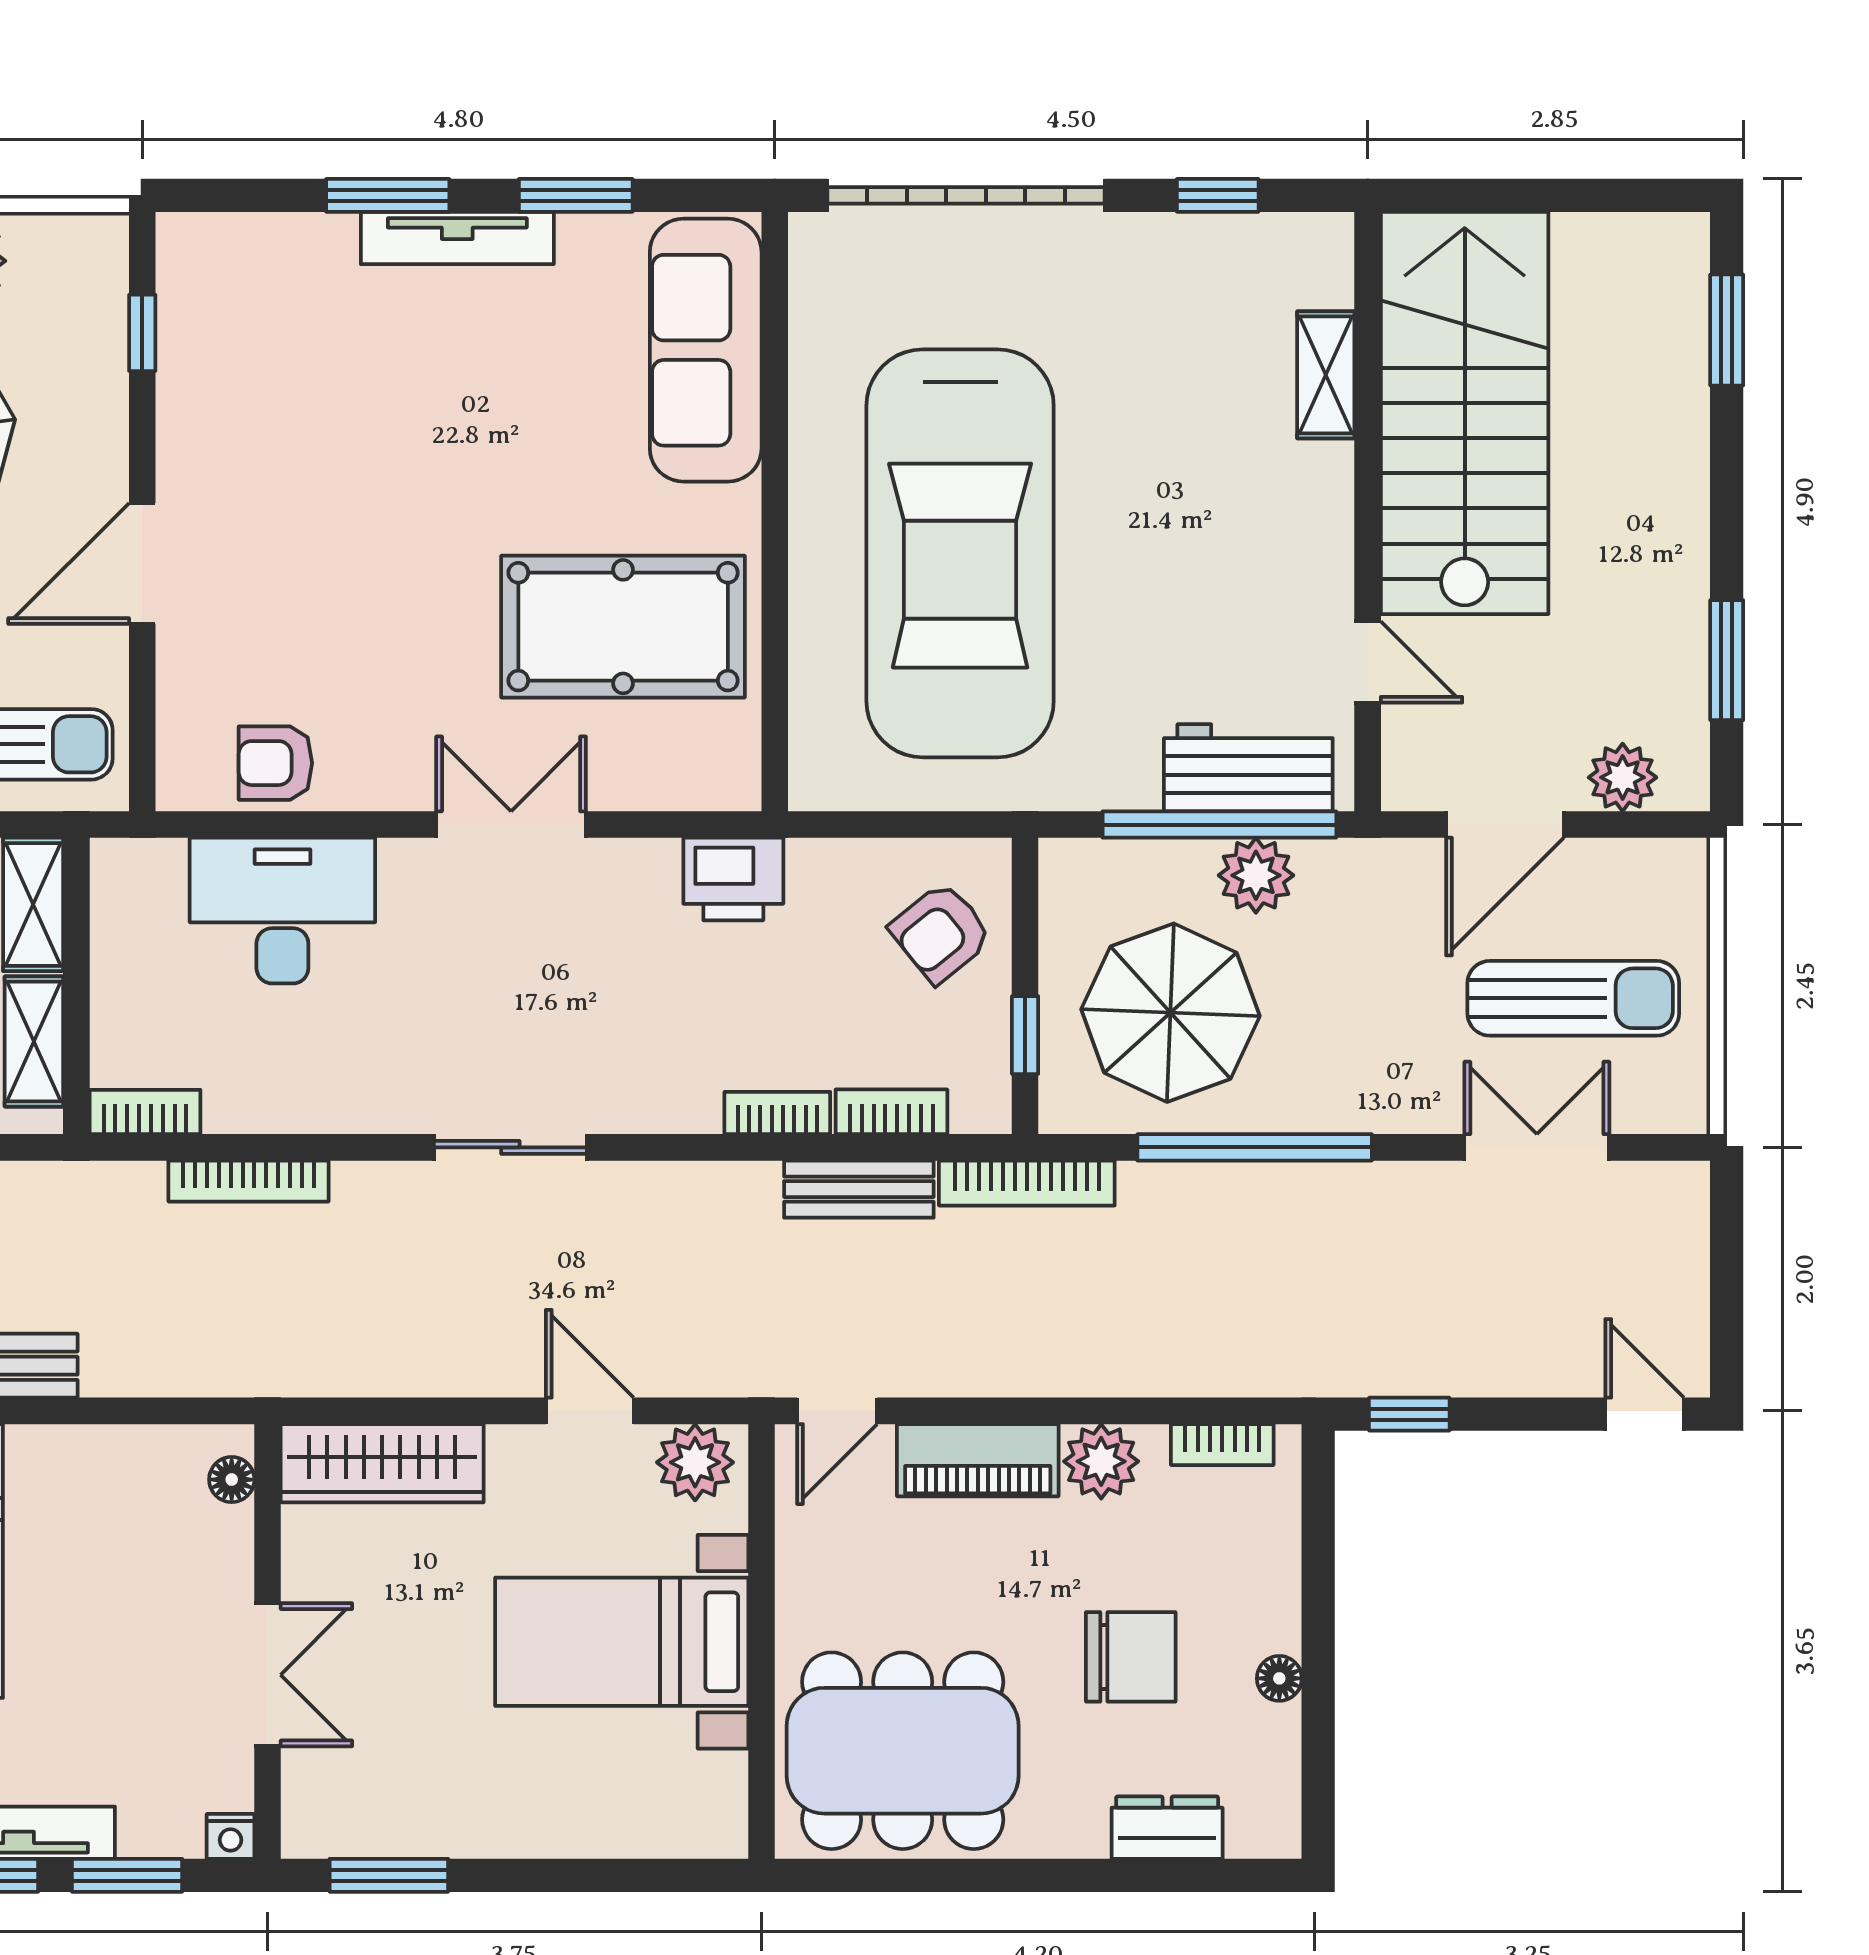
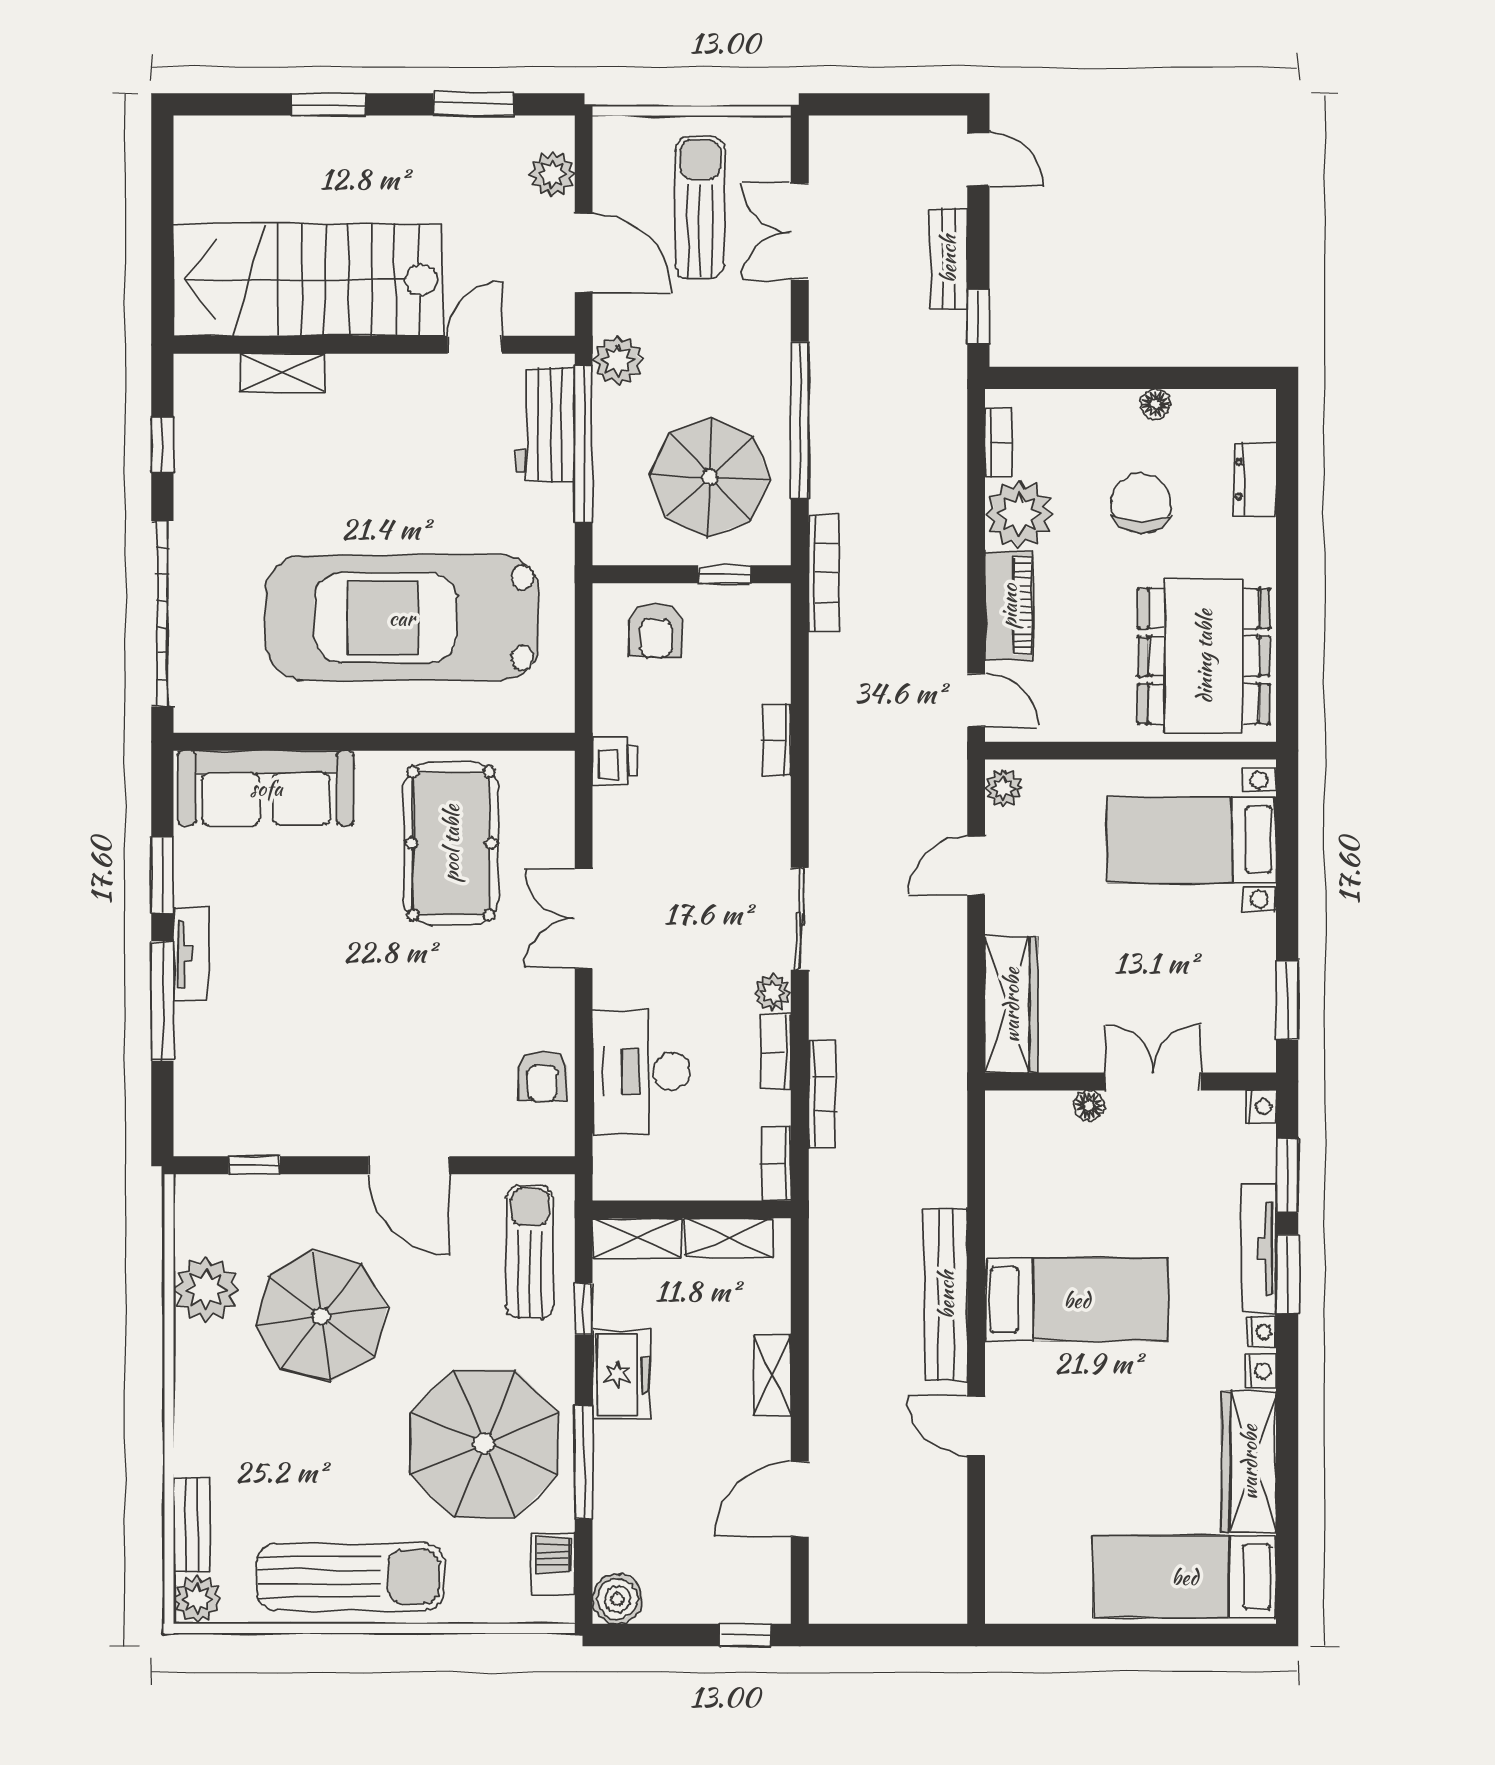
window: (388, 195) -> (162, 1001), width x1.44
tv unit: (457, 238) -> (191, 954), width x0.71
window: (1727, 330) -> (329, 104), moved
car: (960, 553) -> (402, 618), turned 180
plant: (1256, 875) -> (618, 360), moved
printer: (733, 879) -> (615, 761), width x0.73, depth x0.81
armchair: (941, 933) -> (656, 631), turned 39
plant: (400, 1106) -> (772, 993), added
bookcase: (891, 1112) -> (776, 1052), moved
bench: (859, 1189) -> (948, 259), moved
door: (1645, 1414) -> (978, 159), swing flipped
plant: (1101, 1461) -> (1019, 514), width x1.36, depth x1.36
plant: (695, 1462) -> (1004, 788), width x0.73, depth x0.73
floor lamp: (232, 1480) -> (1089, 1105), moved
bed with nightstands: (622, 1642) -> (1191, 840), moved, turned 90

